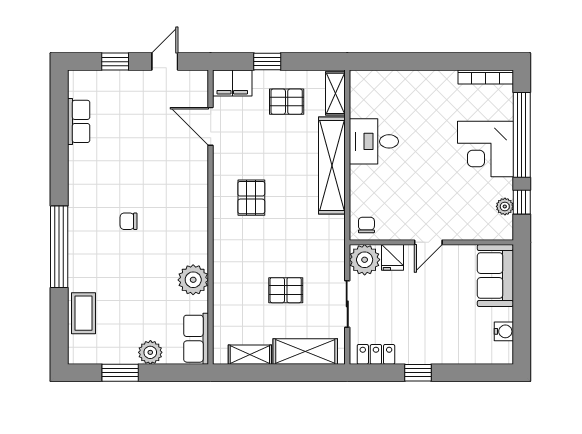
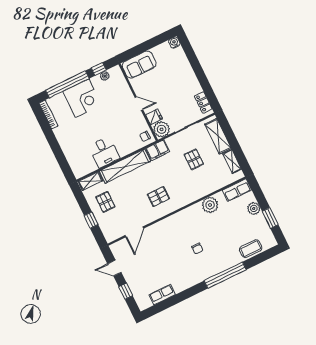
filing cabinet: (232, 83) -> (158, 150), moved, turned 90
water cooler: (504, 331) -> (174, 43), moved
window: (418, 373) -> (202, 79), removed

